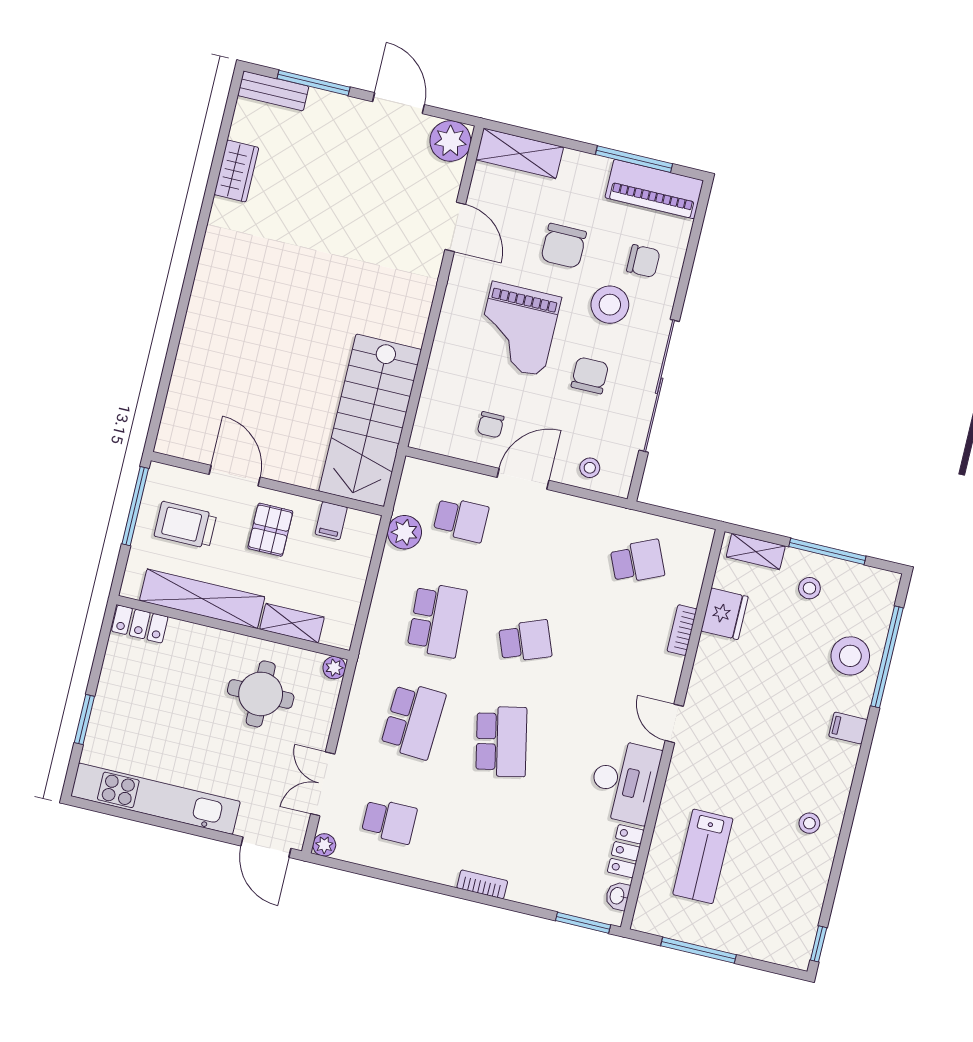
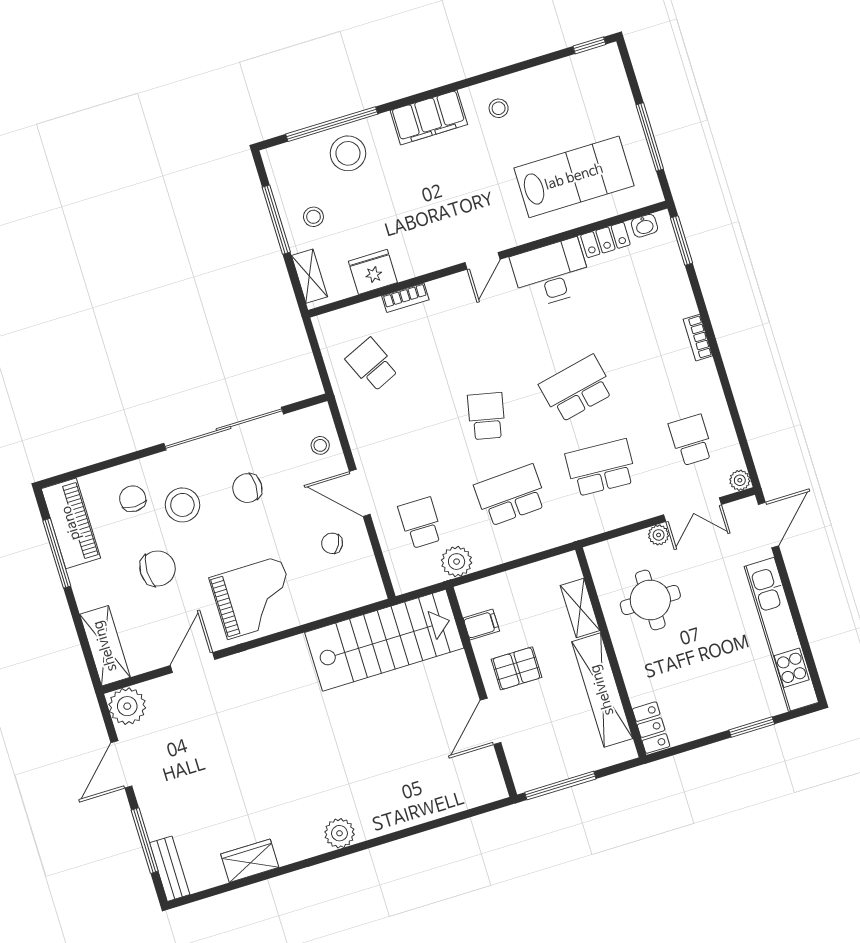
plant: (213, 271) -> (339, 833), added
grand piano: (517, 329) -> (254, 598), moved
chair: (491, 425) -> (332, 543), turned -152
trolley: (185, 525) -> (552, 737), removed
school desk: (525, 641) -> (486, 416), turned 33
plant: (334, 668) -> (659, 535), moved
filing cabinet: (848, 728) -> (429, 117), width x3.00, depth x1.17
lab bench: (703, 856) -> (574, 177), width x1.36, depth x1.39

